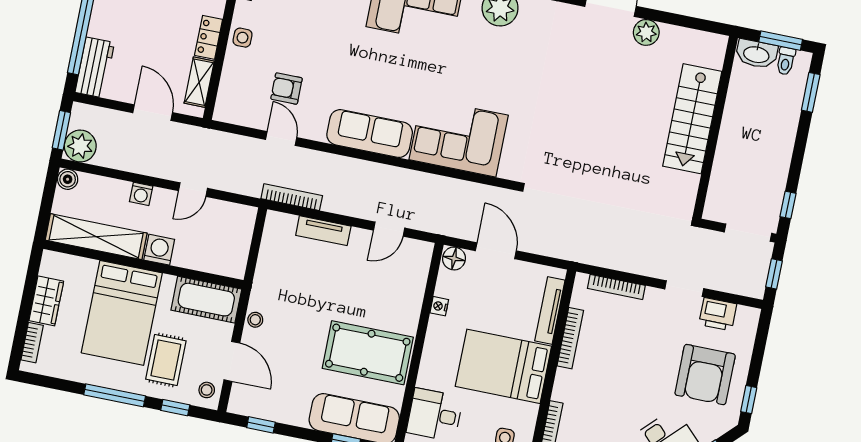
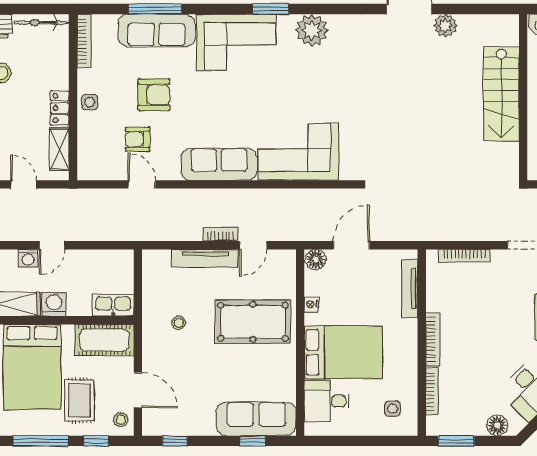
armchair: (314, 44) -> (154, 95), added
door: (153, 113) -> (24, 184), width x0.73
door: (193, 190) -> (52, 245), moved
bookcase: (292, 197) -> (221, 234), moved, width x0.64
tv unit: (323, 231) -> (205, 258), width x1.41
door: (496, 251) -> (351, 245), hinge flipped
kitchen sink: (223, 264) -> (113, 305), added
stool: (255, 320) -> (179, 323), moved
bookcase: (570, 338) -> (433, 339), moved
pool table: (368, 353) -> (253, 322), moved
bed: (503, 366) -> (343, 352), moved, turned 180

